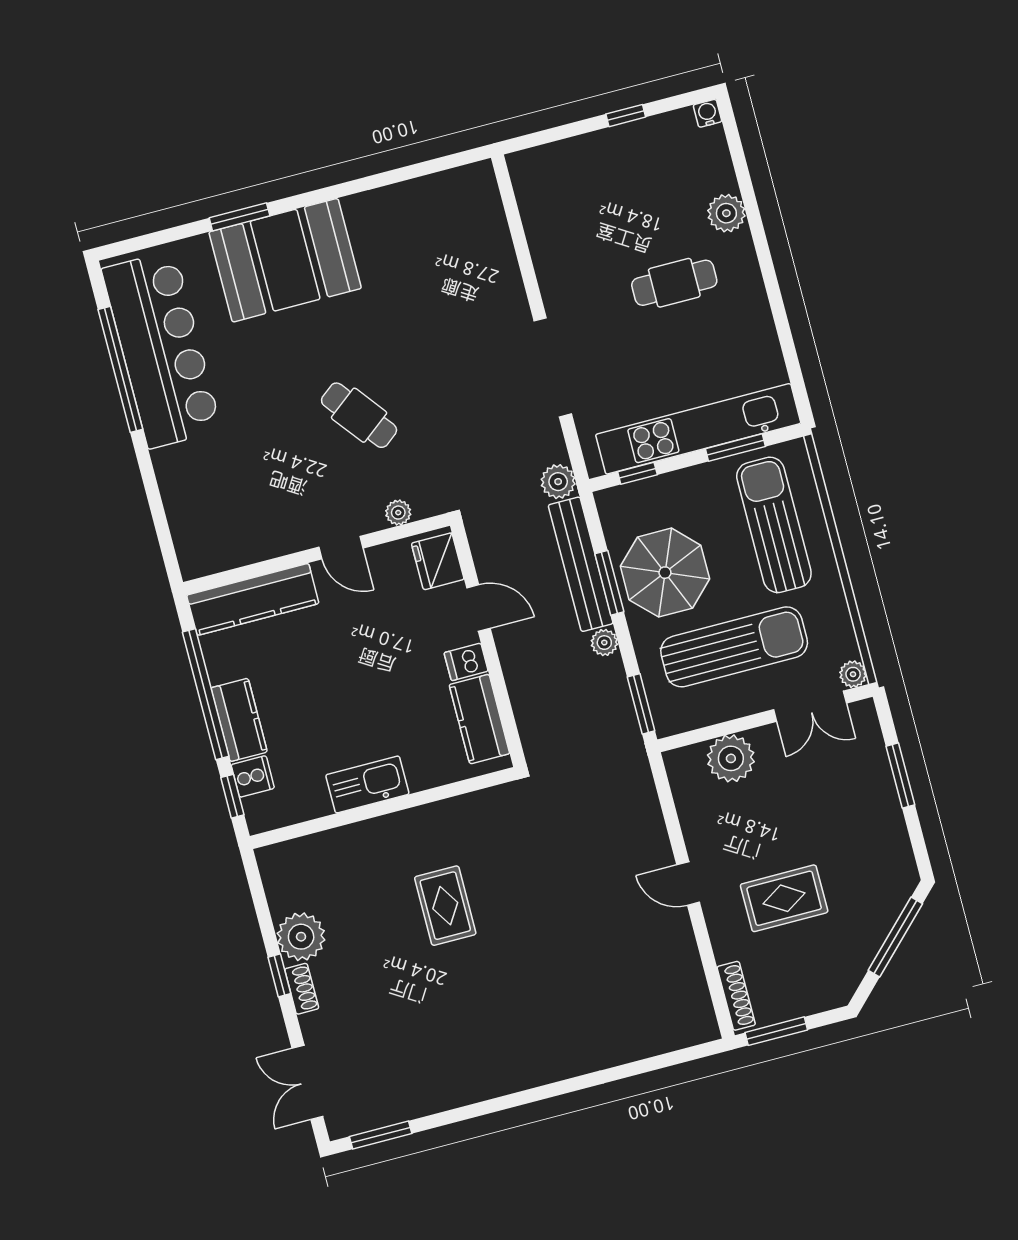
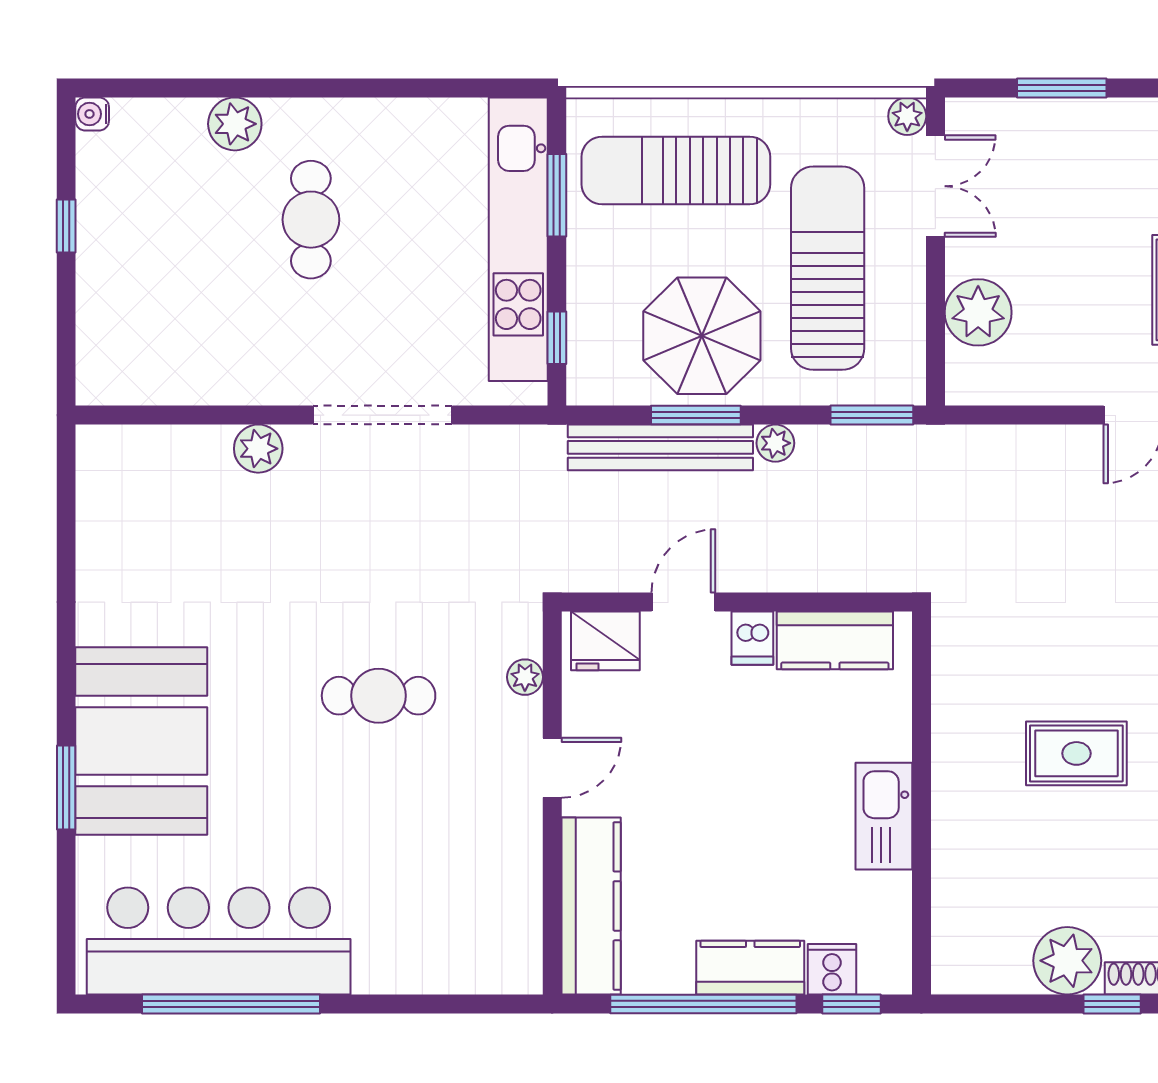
cafe table: (359, 415) -> (379, 696), turned 38
plant: (558, 482) -> (258, 449), moved

